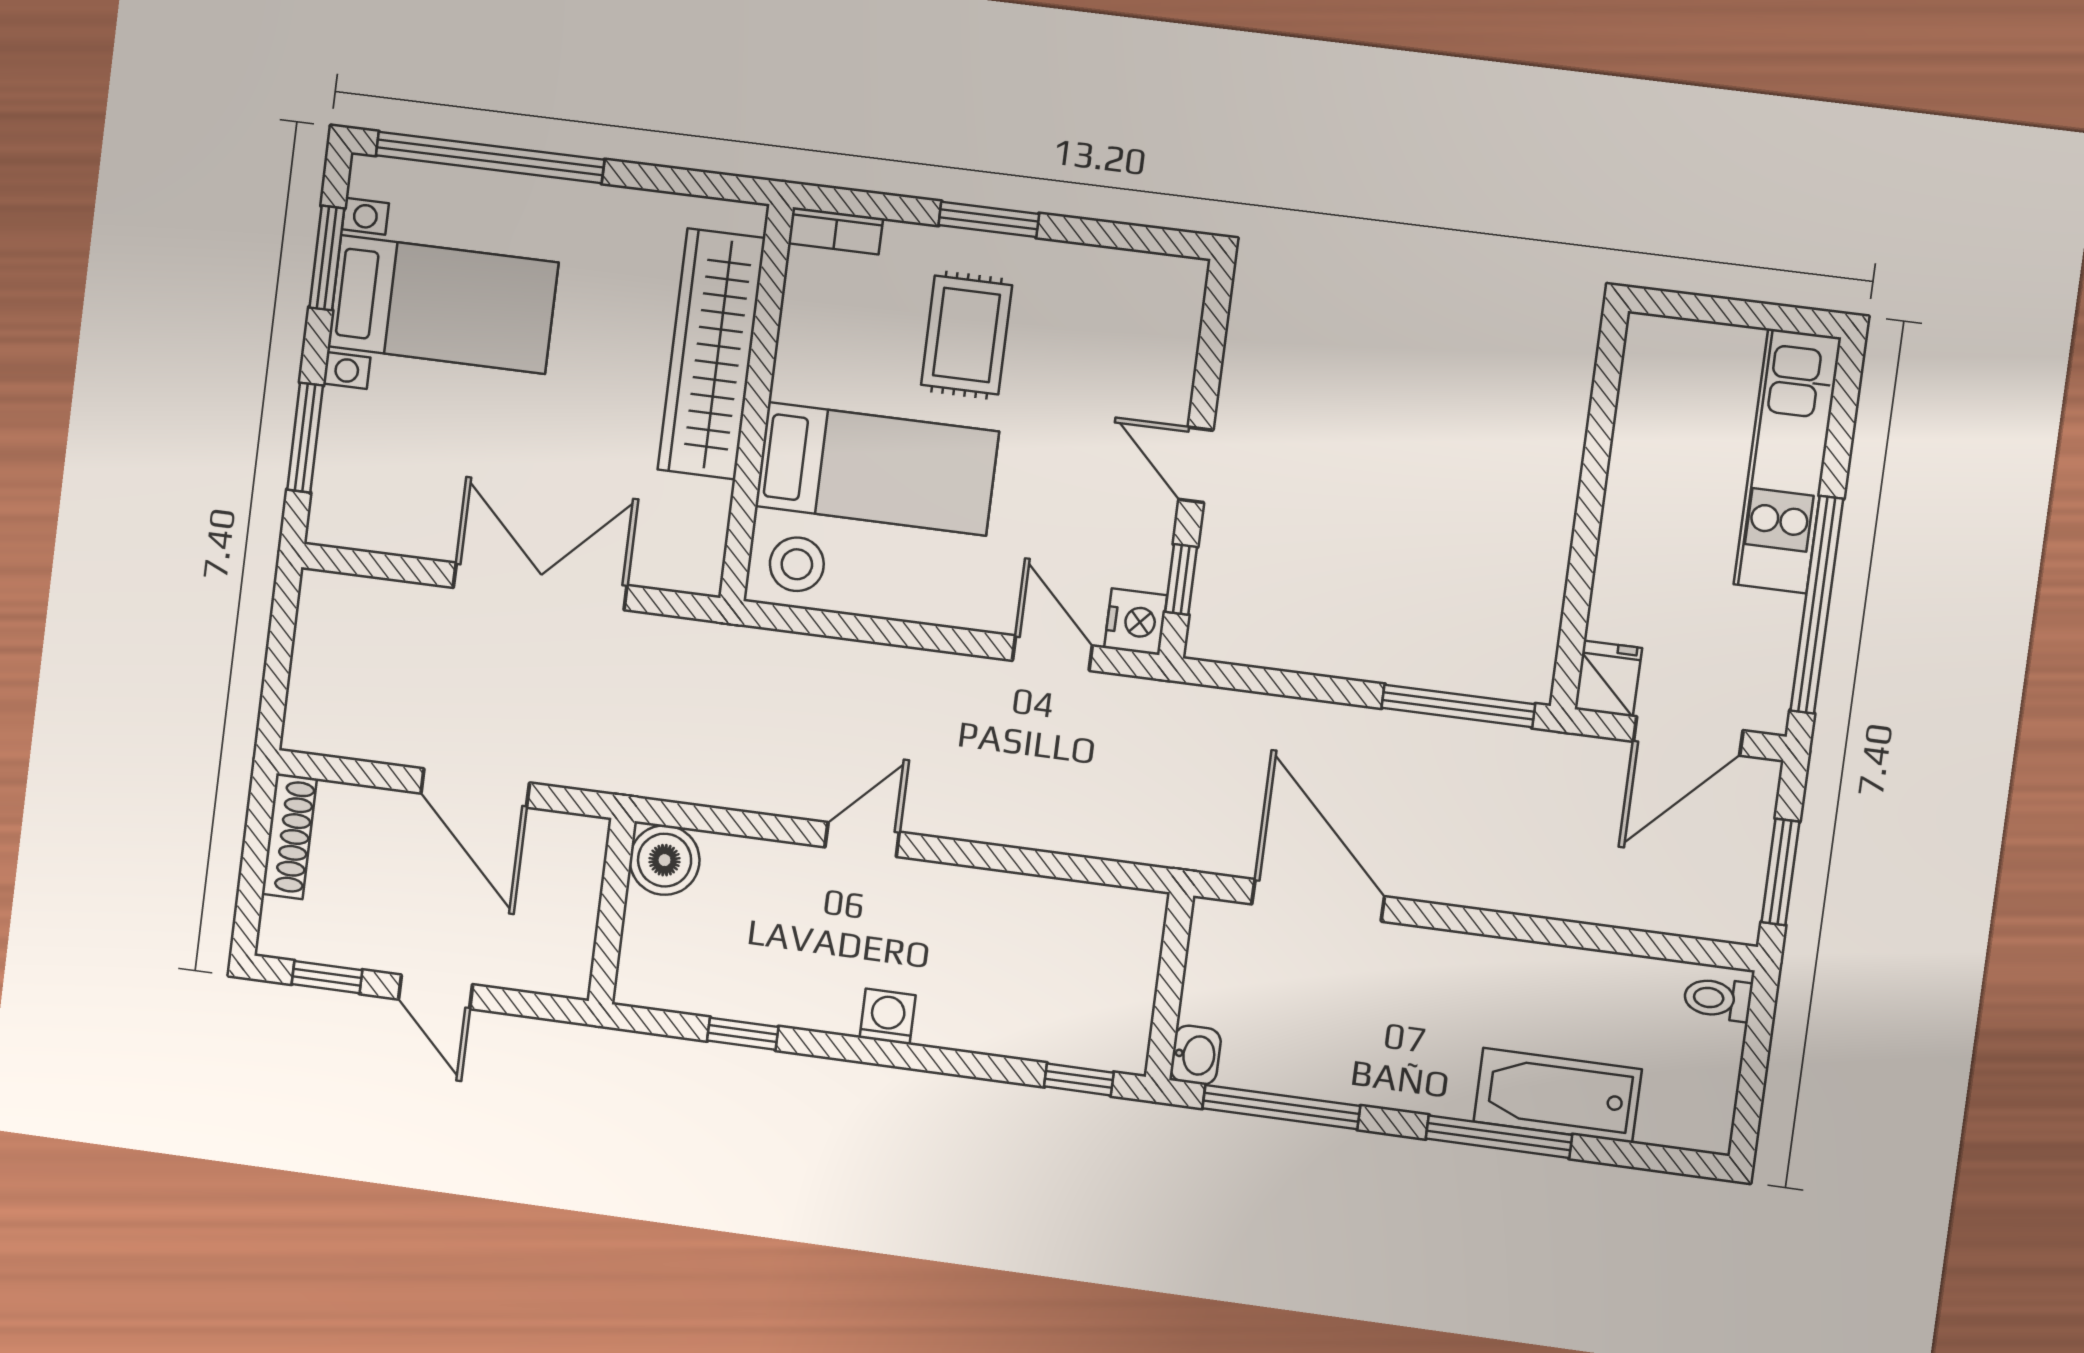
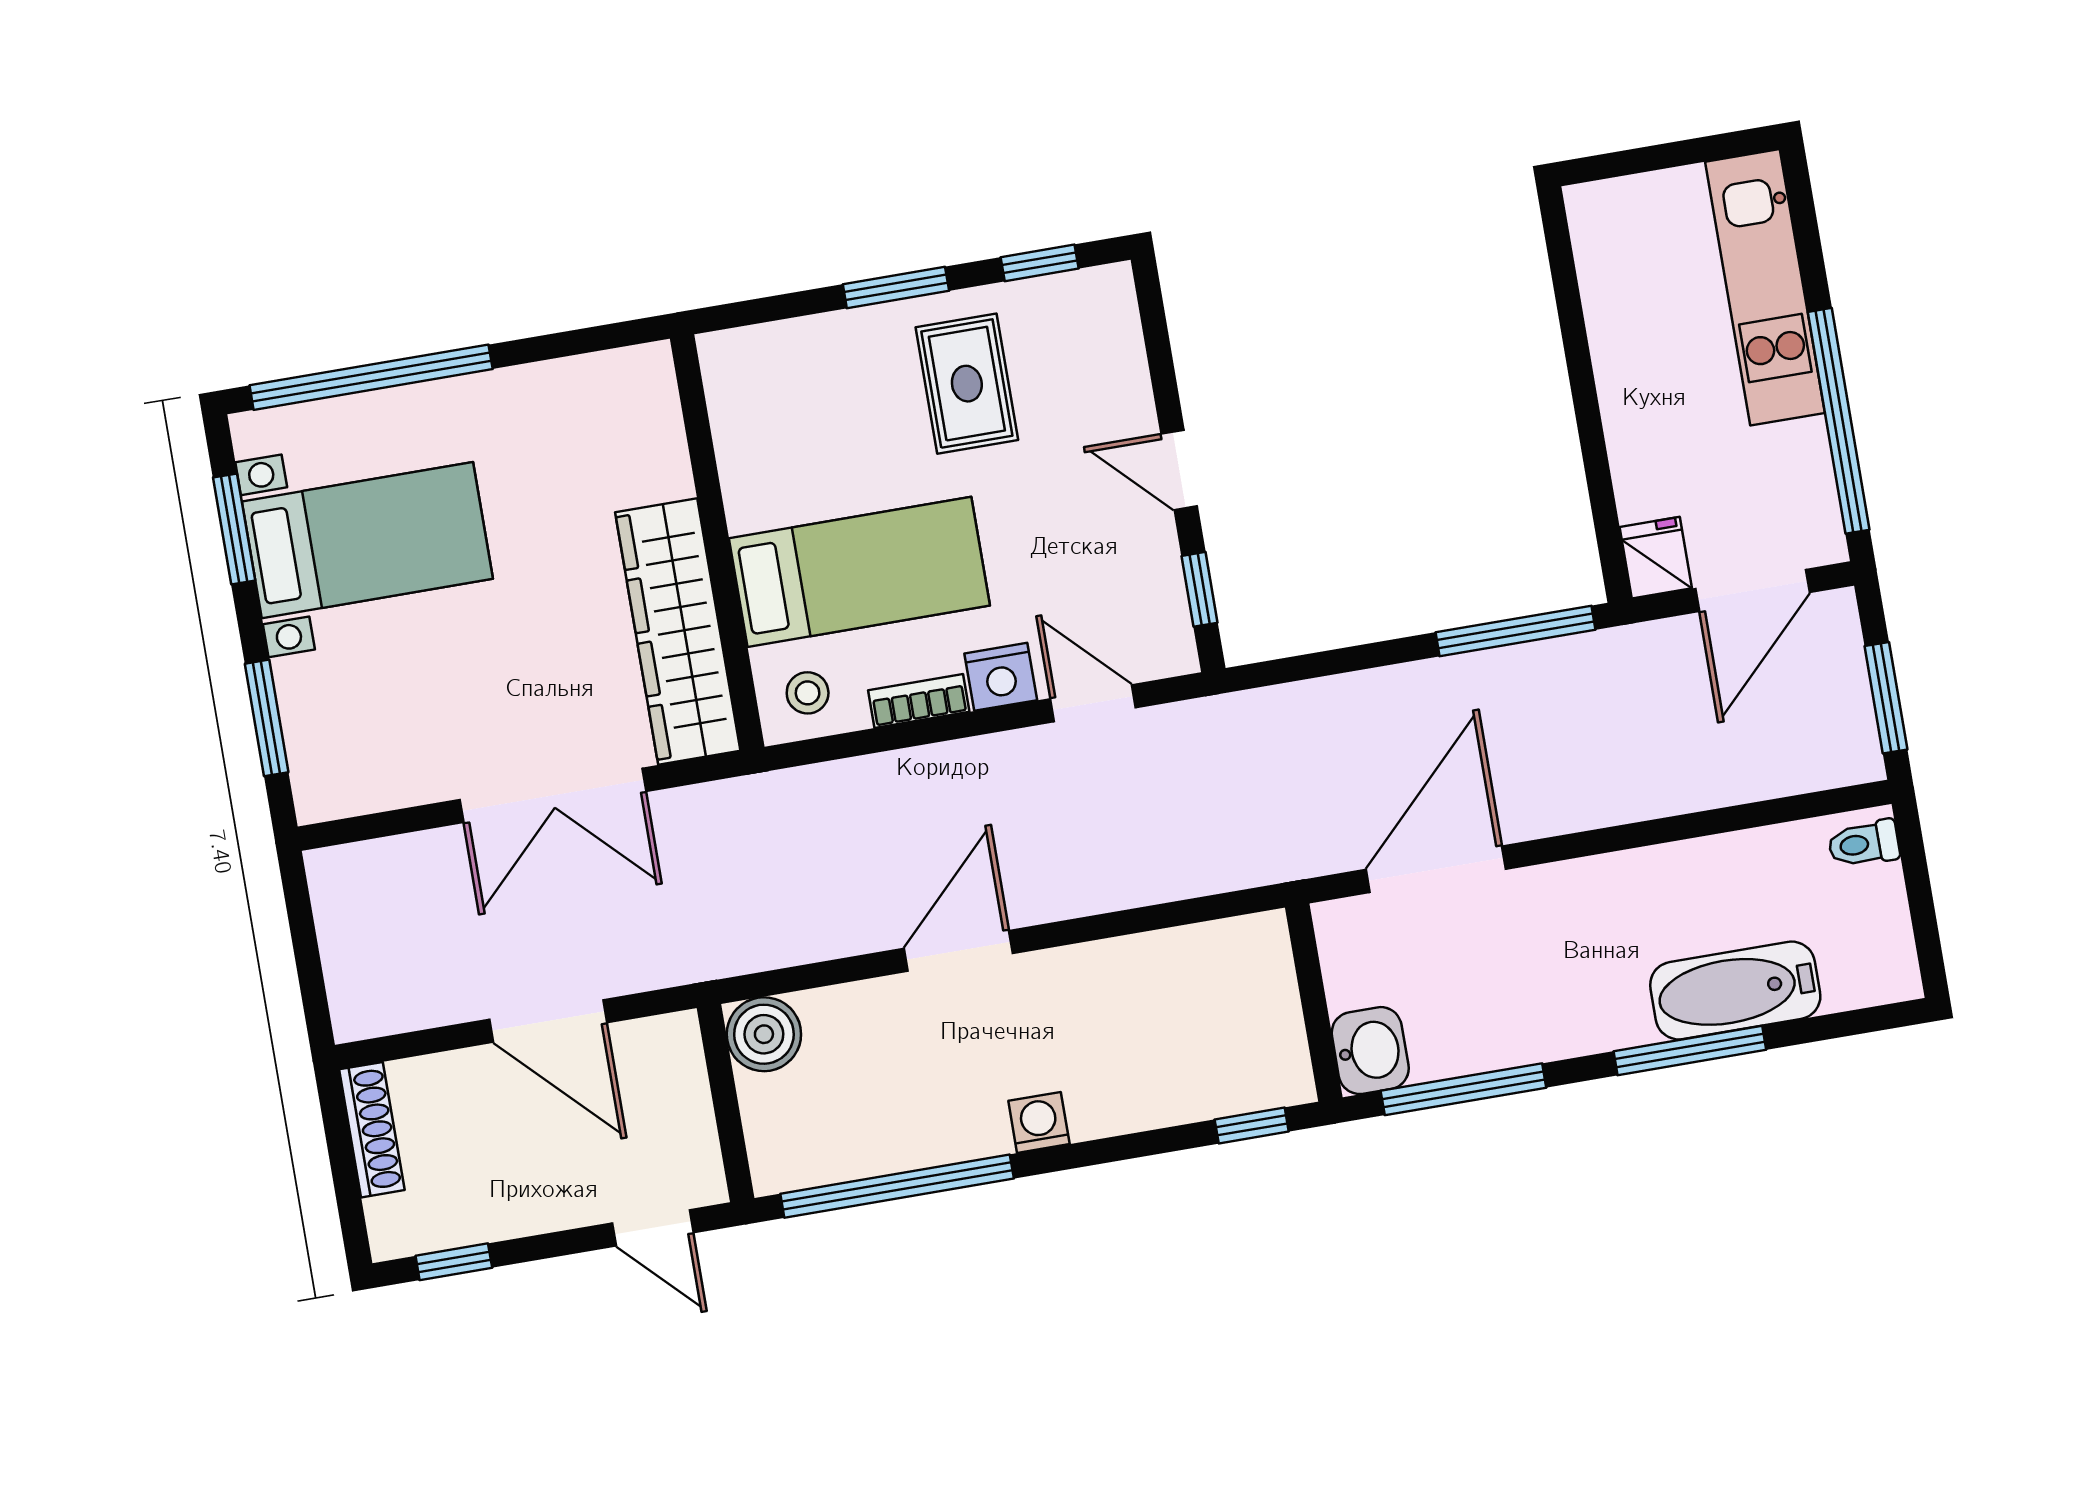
bookcase: (836, 231) -> (919, 701), moved, turned 180
window: (1127, 237) -> (1040, 263), added
rug: (967, 335) -> (967, 384), moved
wardrobe: (711, 354) -> (678, 632), moved
stool: (797, 564) -> (808, 693), width x0.73, depth x0.73
double door: (540, 586) -> (553, 795), swing flipped
nightstand: (1136, 622) -> (1001, 677), moved, turned 90
door: (862, 840) -> (958, 951), width x1.38
door: (1318, 900) -> (1436, 869), hinge flipped
door: (435, 992) -> (653, 1228), moved
window: (743, 1034) -> (897, 1186), width x3.17
washbasin: (1196, 1055) -> (1370, 1051), width x1.38, depth x1.45

